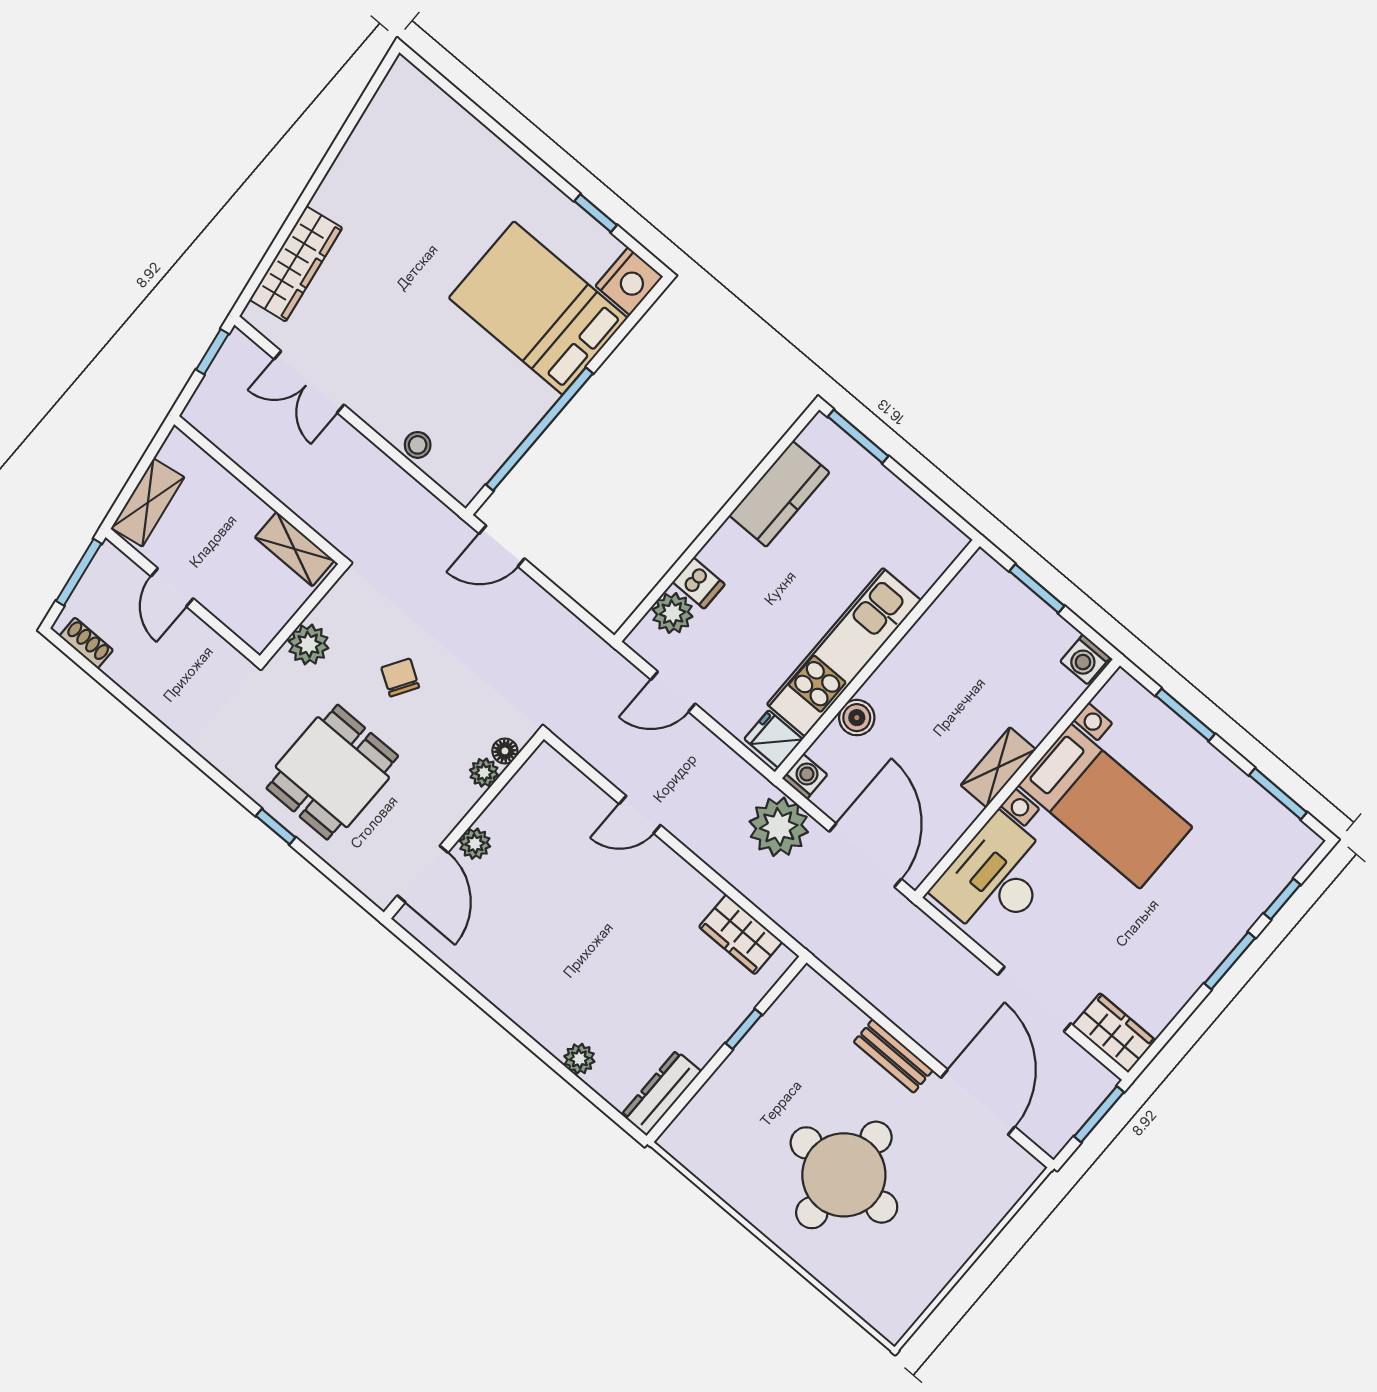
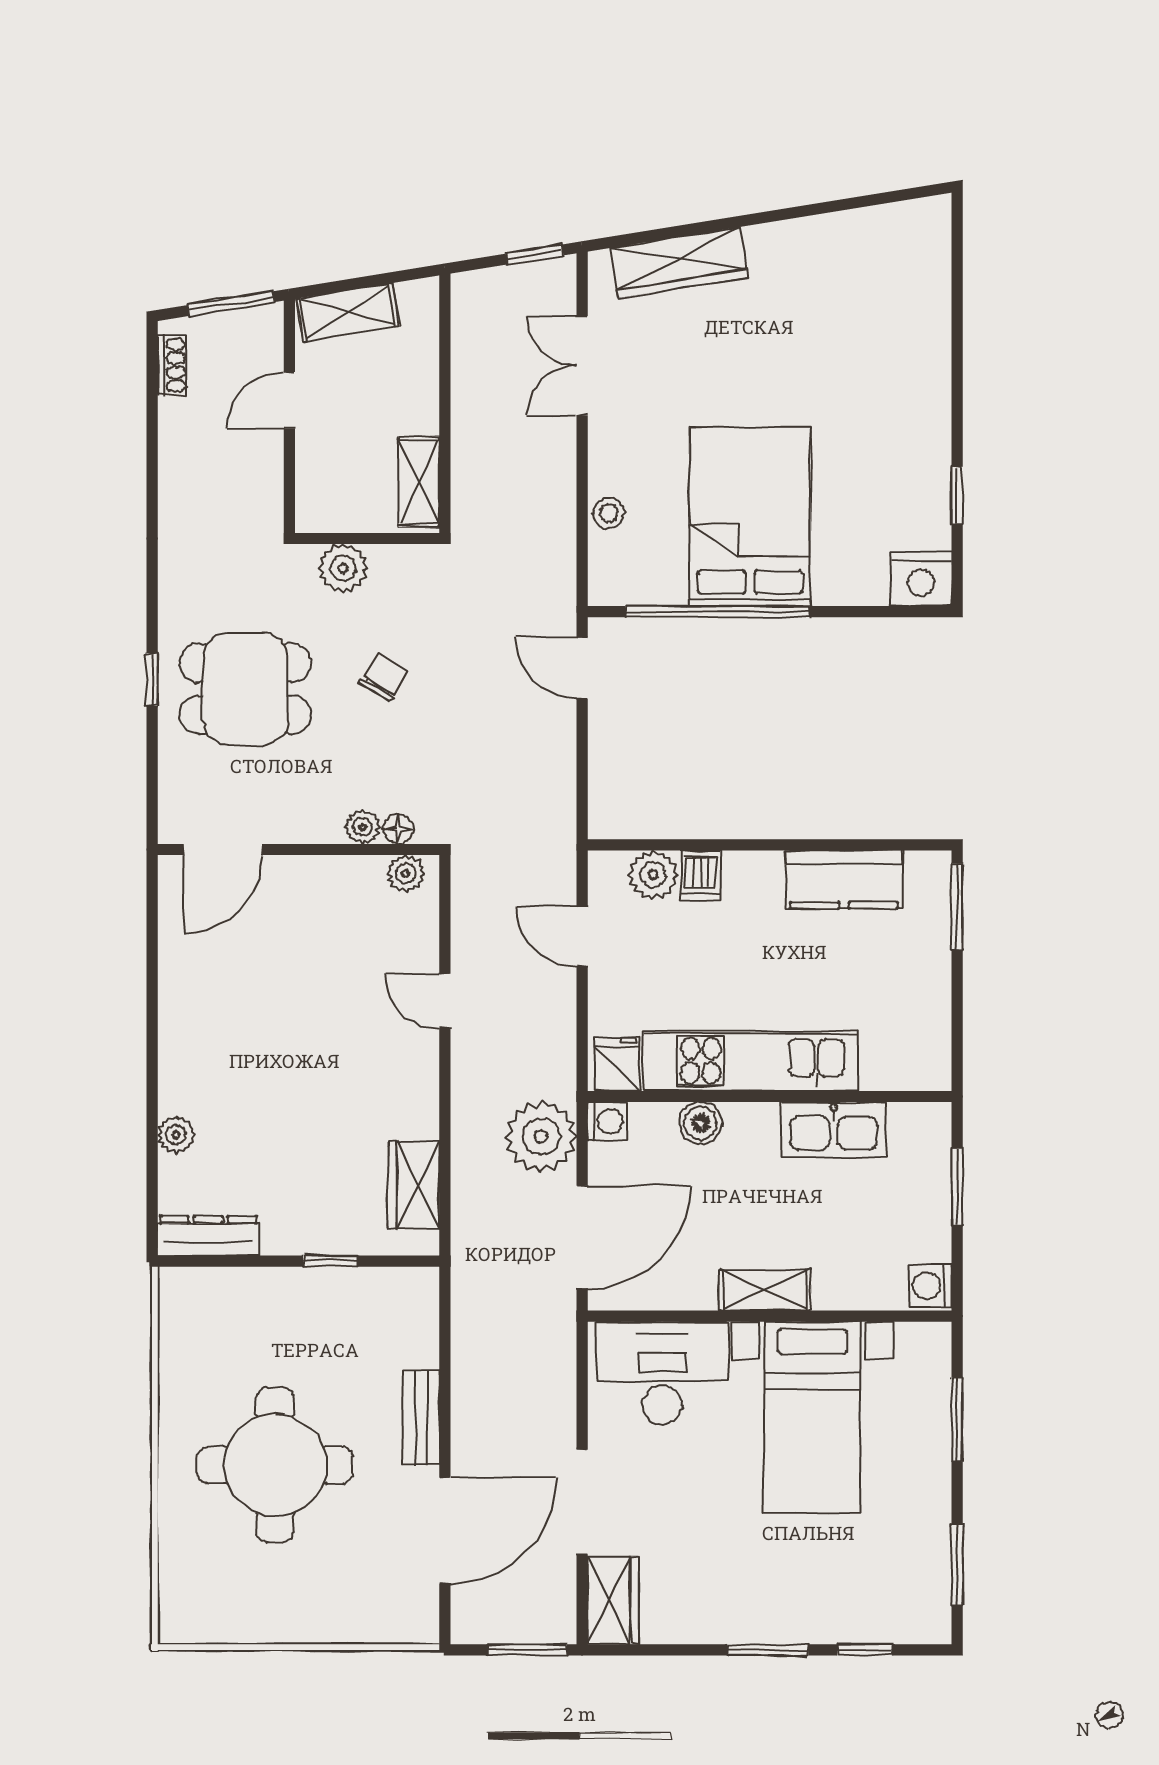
bed: (538, 308) -> (750, 517), moved
kitchen sink: (933, 636) -> (834, 1129), added
plant: (475, 844) -> (406, 874), moved

